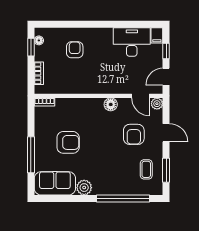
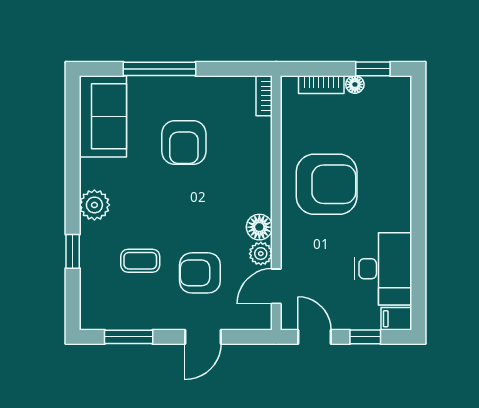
floor lamp: (39, 40) -> (355, 84), moved
armchair: (75, 50) -> (327, 184), moved, width x1.88, depth x1.88
plant: (157, 104) -> (261, 254), moved
coffee table: (146, 169) -> (140, 261), moved
plant: (84, 188) -> (94, 205), moved
window: (123, 199) -> (73, 251), width x0.32

